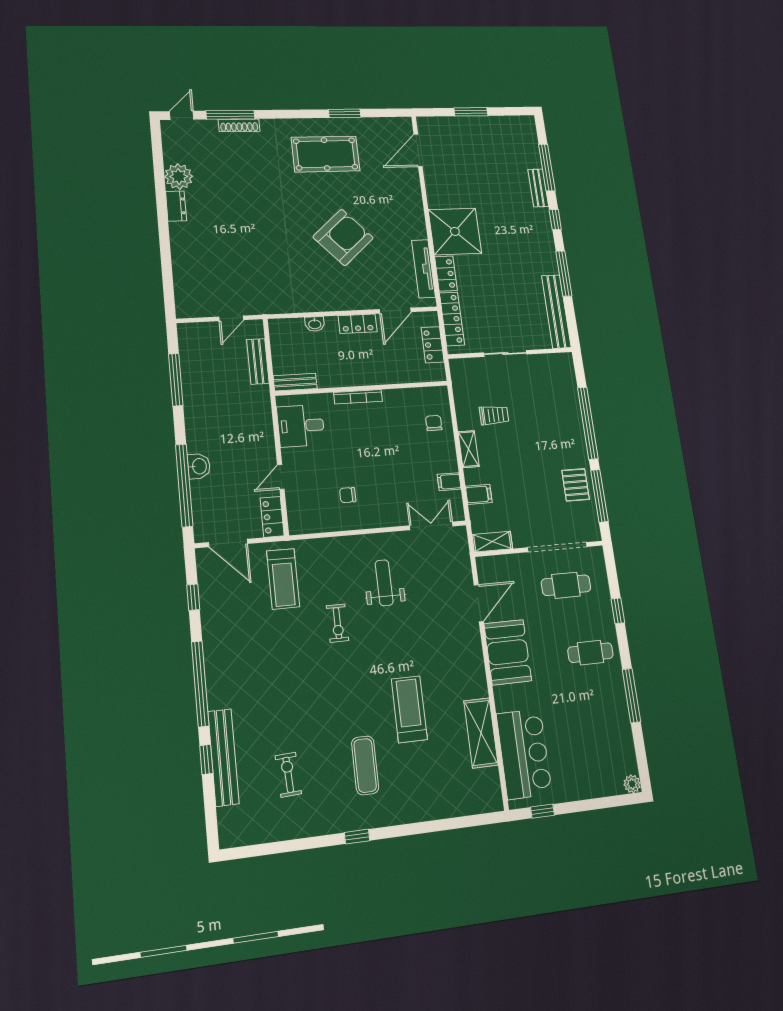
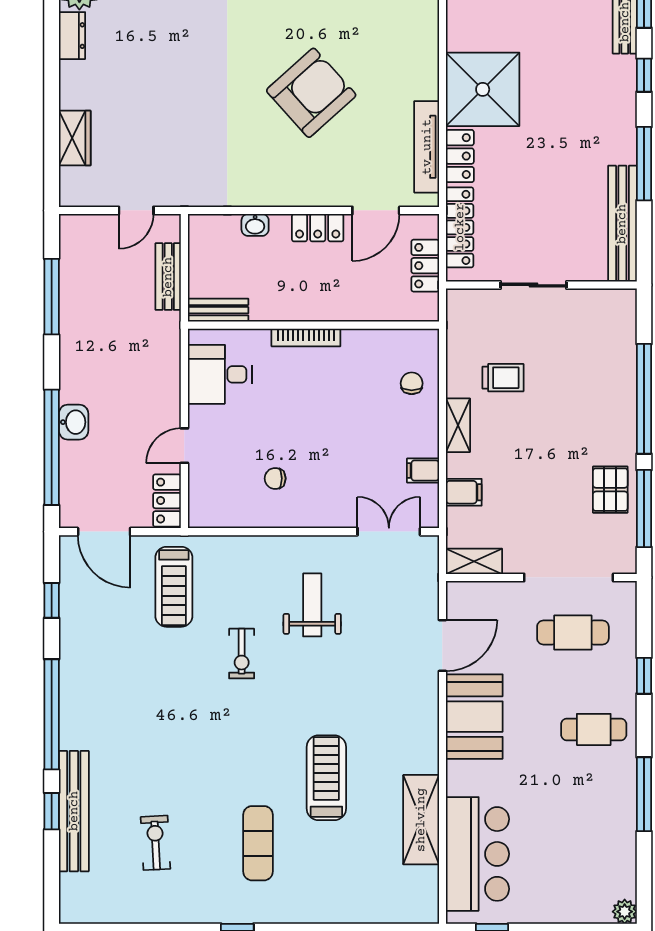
wardrobe: (183, 272) -> (75, 138), added

